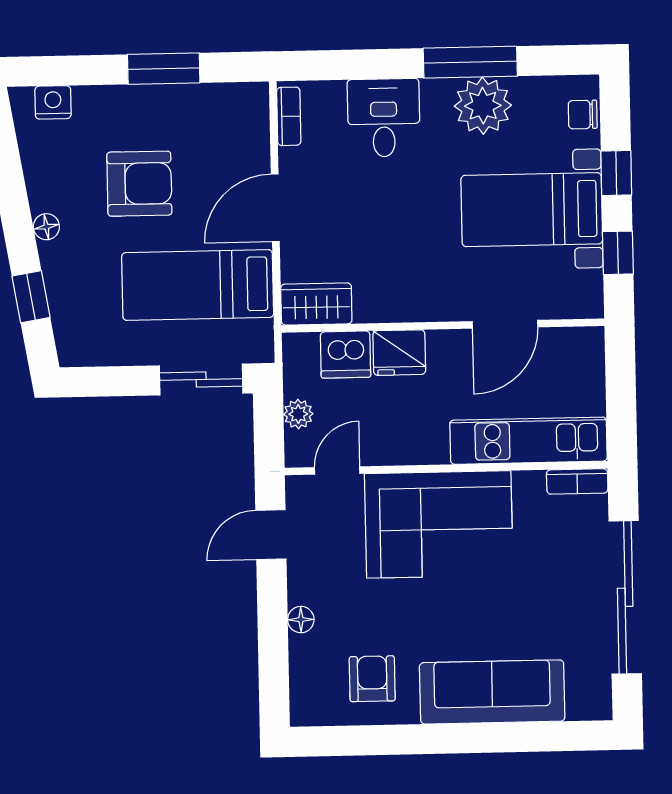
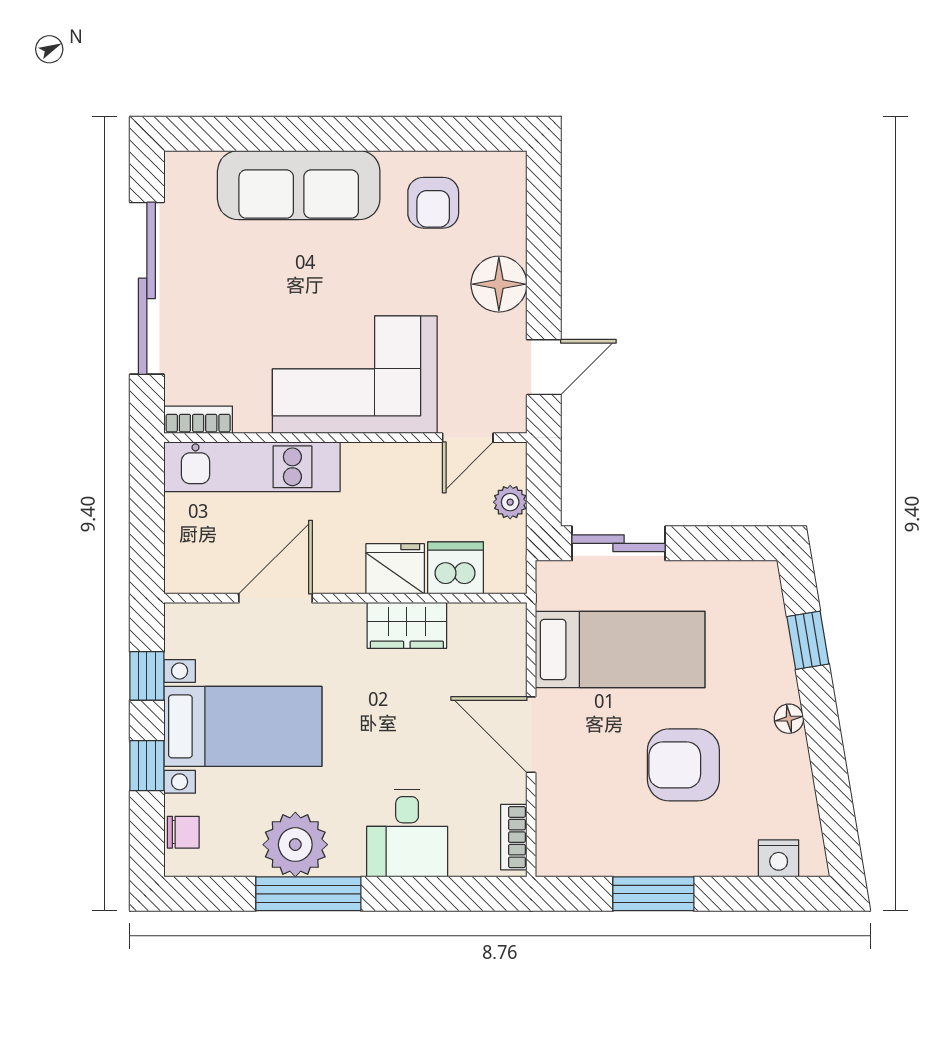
door: (275, 208) -> (531, 735), swing flipped
wardrobe: (316, 304) -> (407, 625), moved
floor lamp: (301, 620) -> (499, 284), width x1.89, depth x1.89

